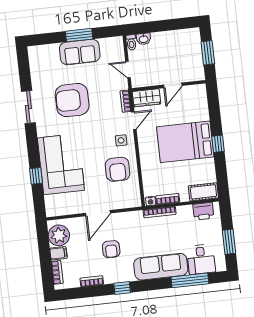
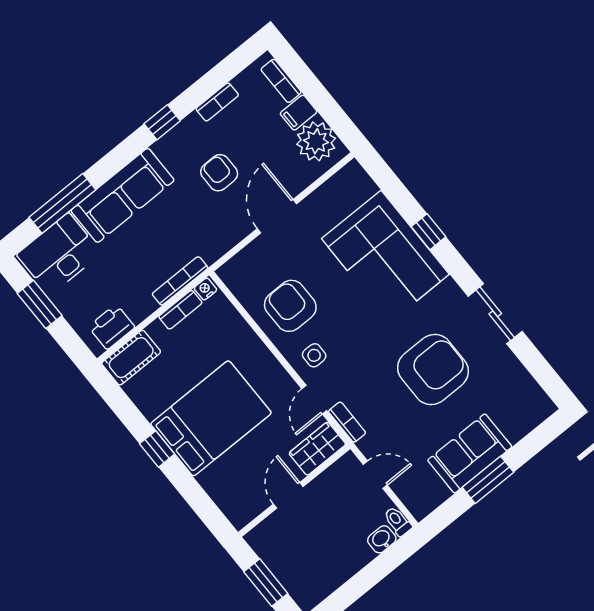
window: (36, 176) -> (428, 232), moved
desk: (201, 259) -> (59, 254), width x1.37

